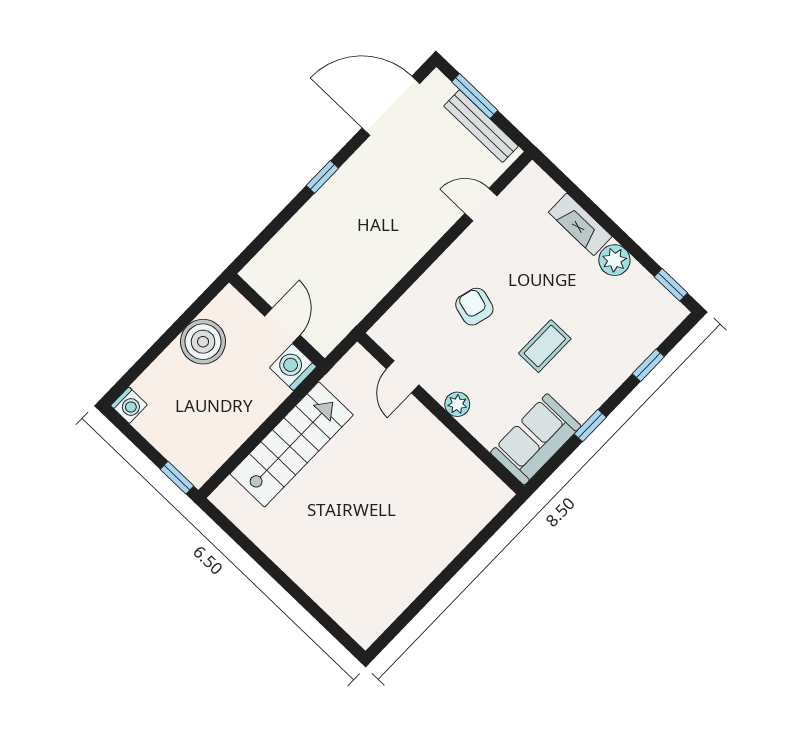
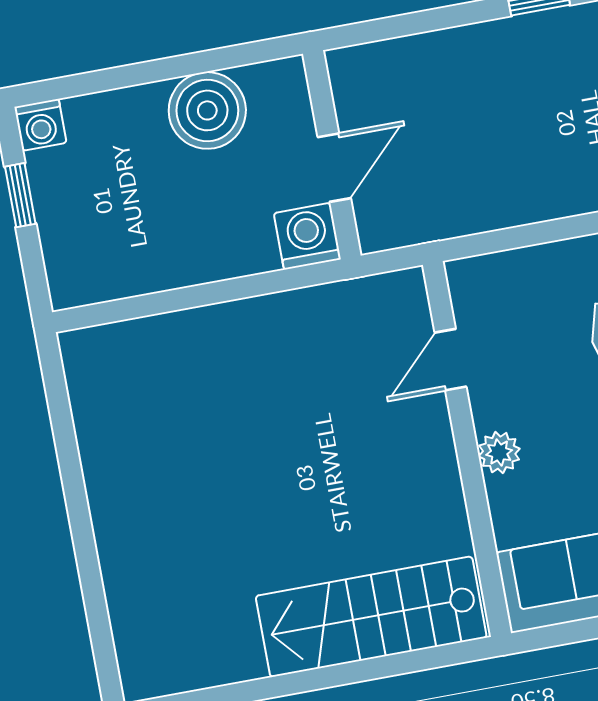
stairs: (292, 444) -> (371, 617), moved, turned 180
window: (177, 478) -> (20, 195), moved

